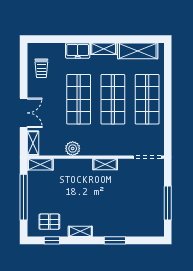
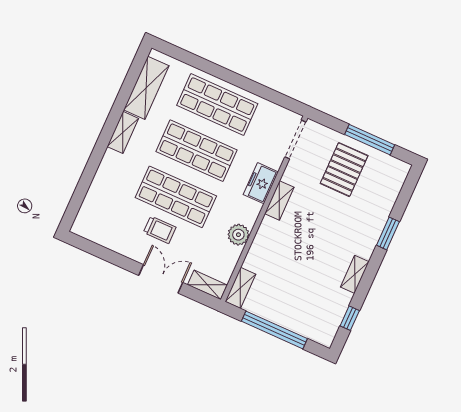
freezer: (78, 51) -> (261, 183), moved, turned 180
trolley: (41, 68) -> (160, 230), moved
pallet: (49, 222) -> (344, 170), moved, width x1.50, depth x1.42

